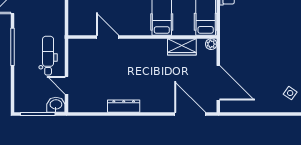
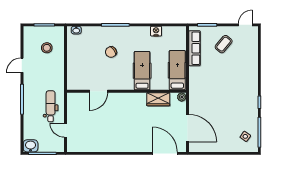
door: (108, 37) -> (99, 91), swing flipped
washbasin: (56, 105) -> (31, 146), moved
dresser: (124, 106) -> (111, 147), removed

